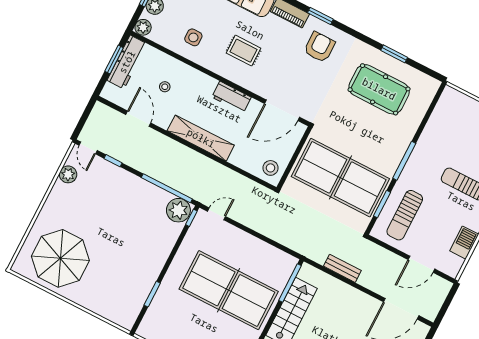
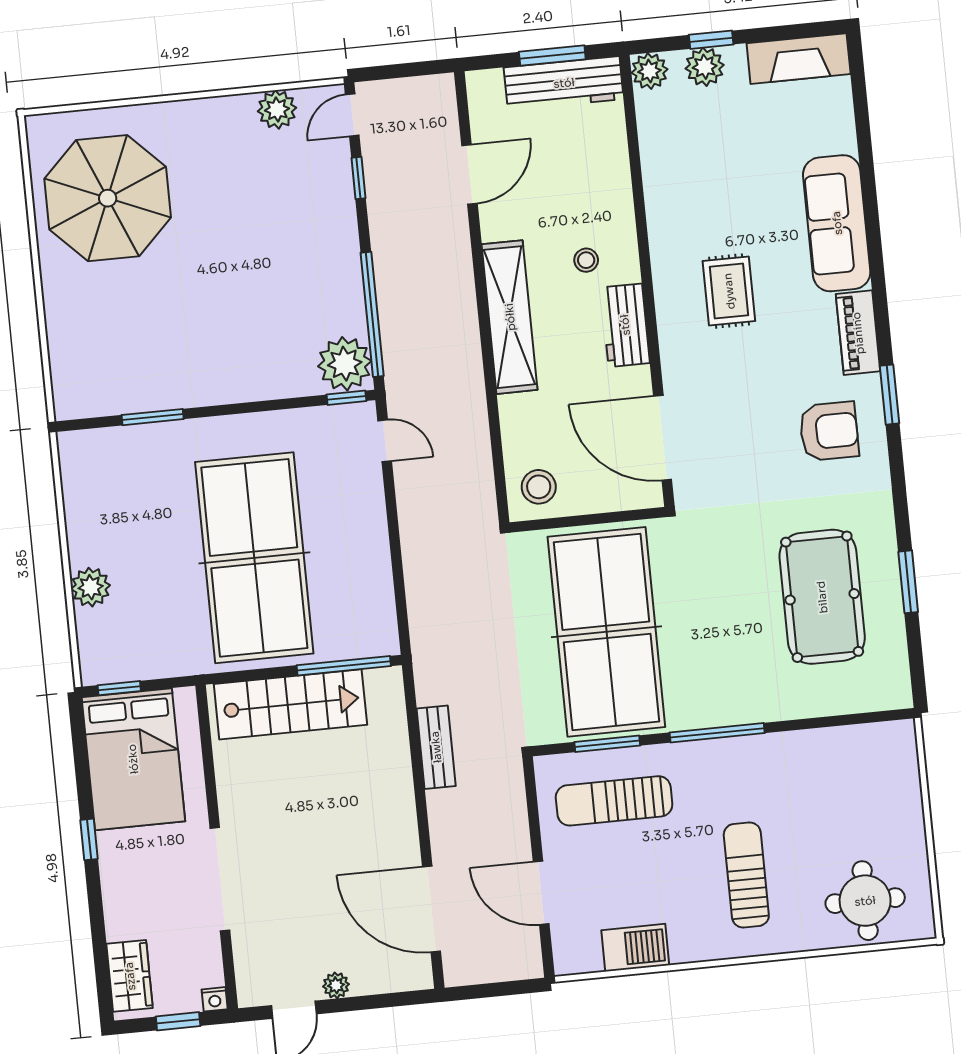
side table: (193, 37) -> (692, 179), removed
stool: (165, 87) -> (586, 260), moved

